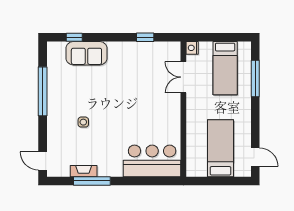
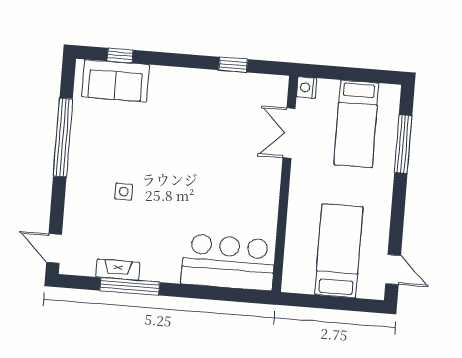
sofa: (86, 53) -> (116, 81), moved

